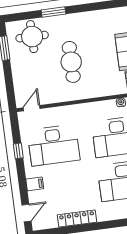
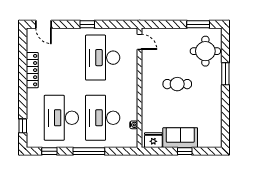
cafe table: (71, 62) -> (177, 84), width x0.73, depth x0.74
window: (18, 151) -> (87, 24), moved
filing cabinet: (35, 184) -> (69, 35), removed

